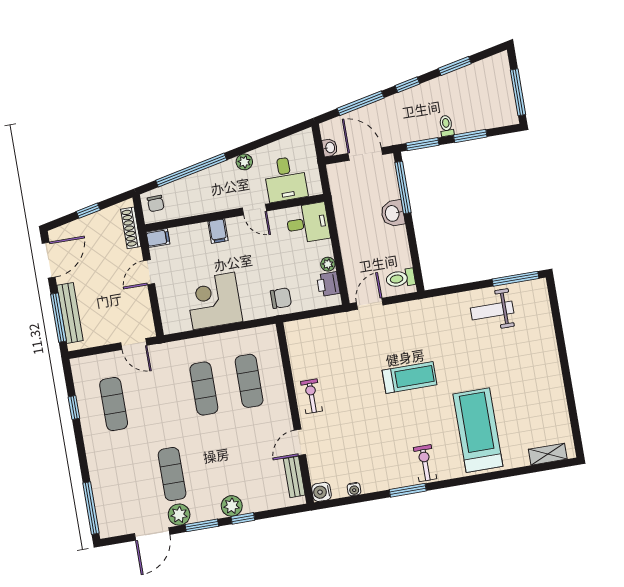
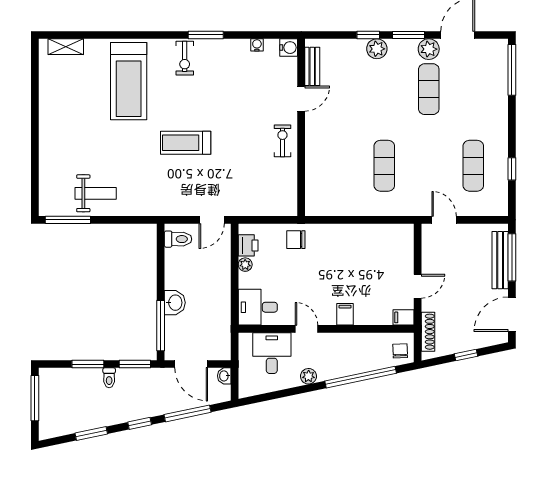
corner desk: (214, 301) -> (360, 248), removed
exercise mat: (249, 381) -> (340, 166), removed
exercise bike: (312, 396) -> (282, 141), turned 180

